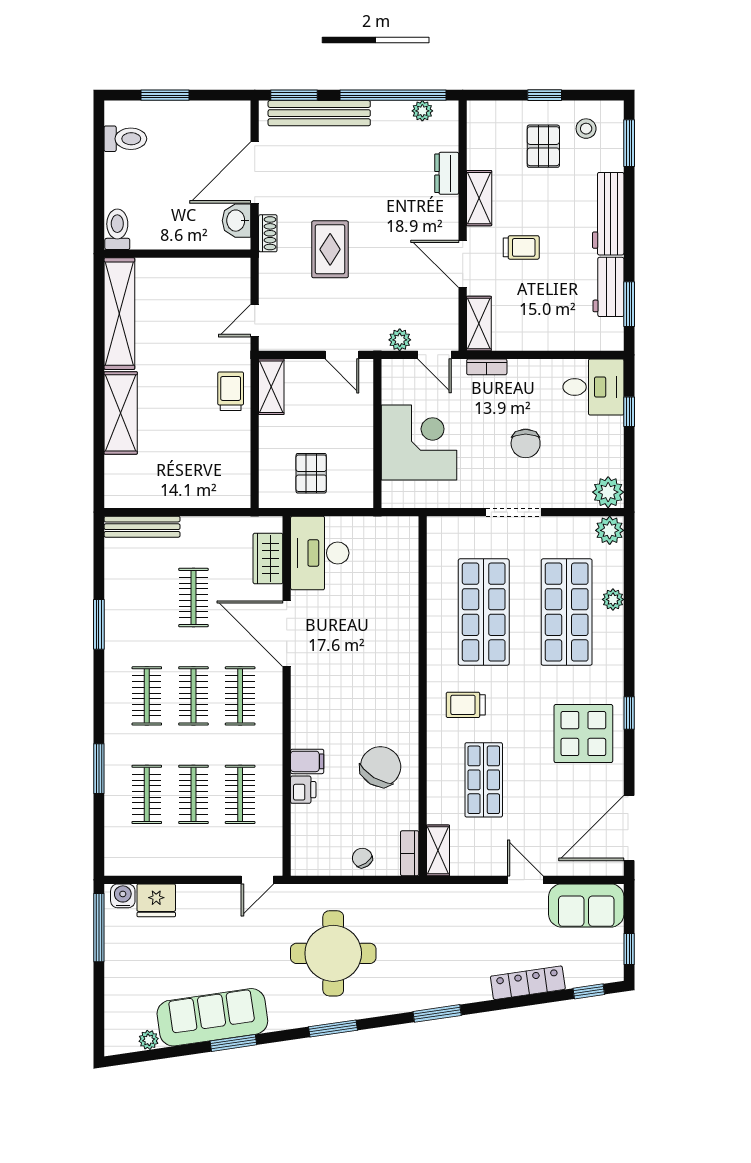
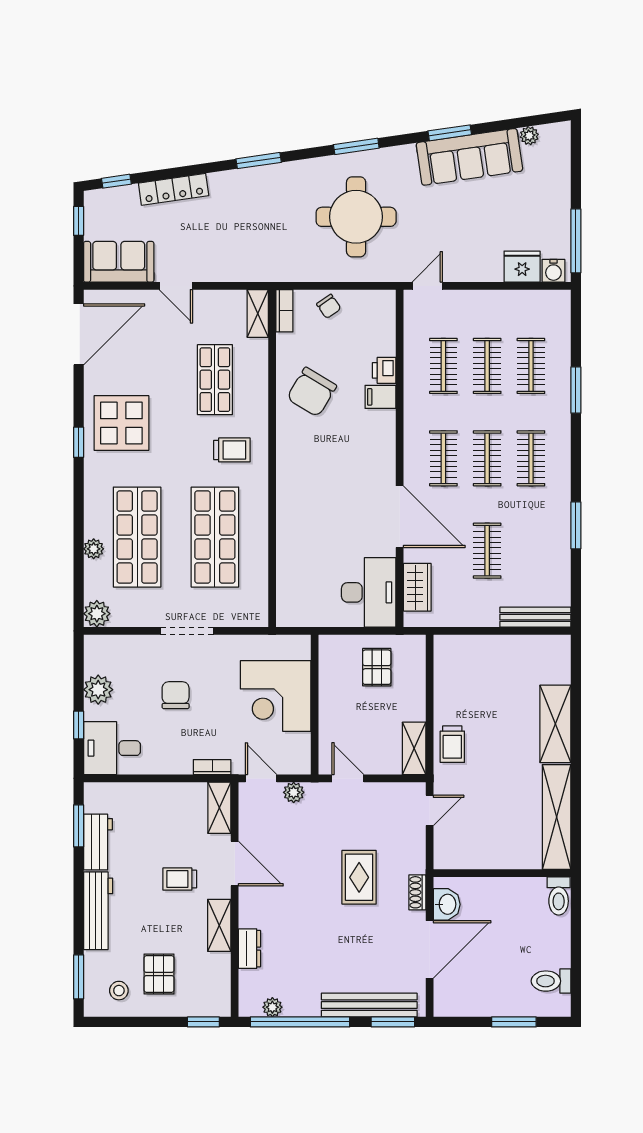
window: (545, 95) -> (203, 1022), moved
plant: (608, 492) -> (98, 690), moved

